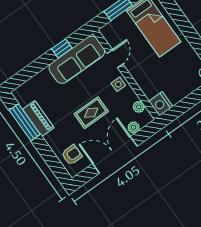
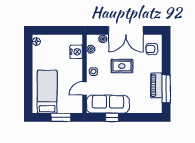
nightstand: (161, 104) -> (76, 52), moved

